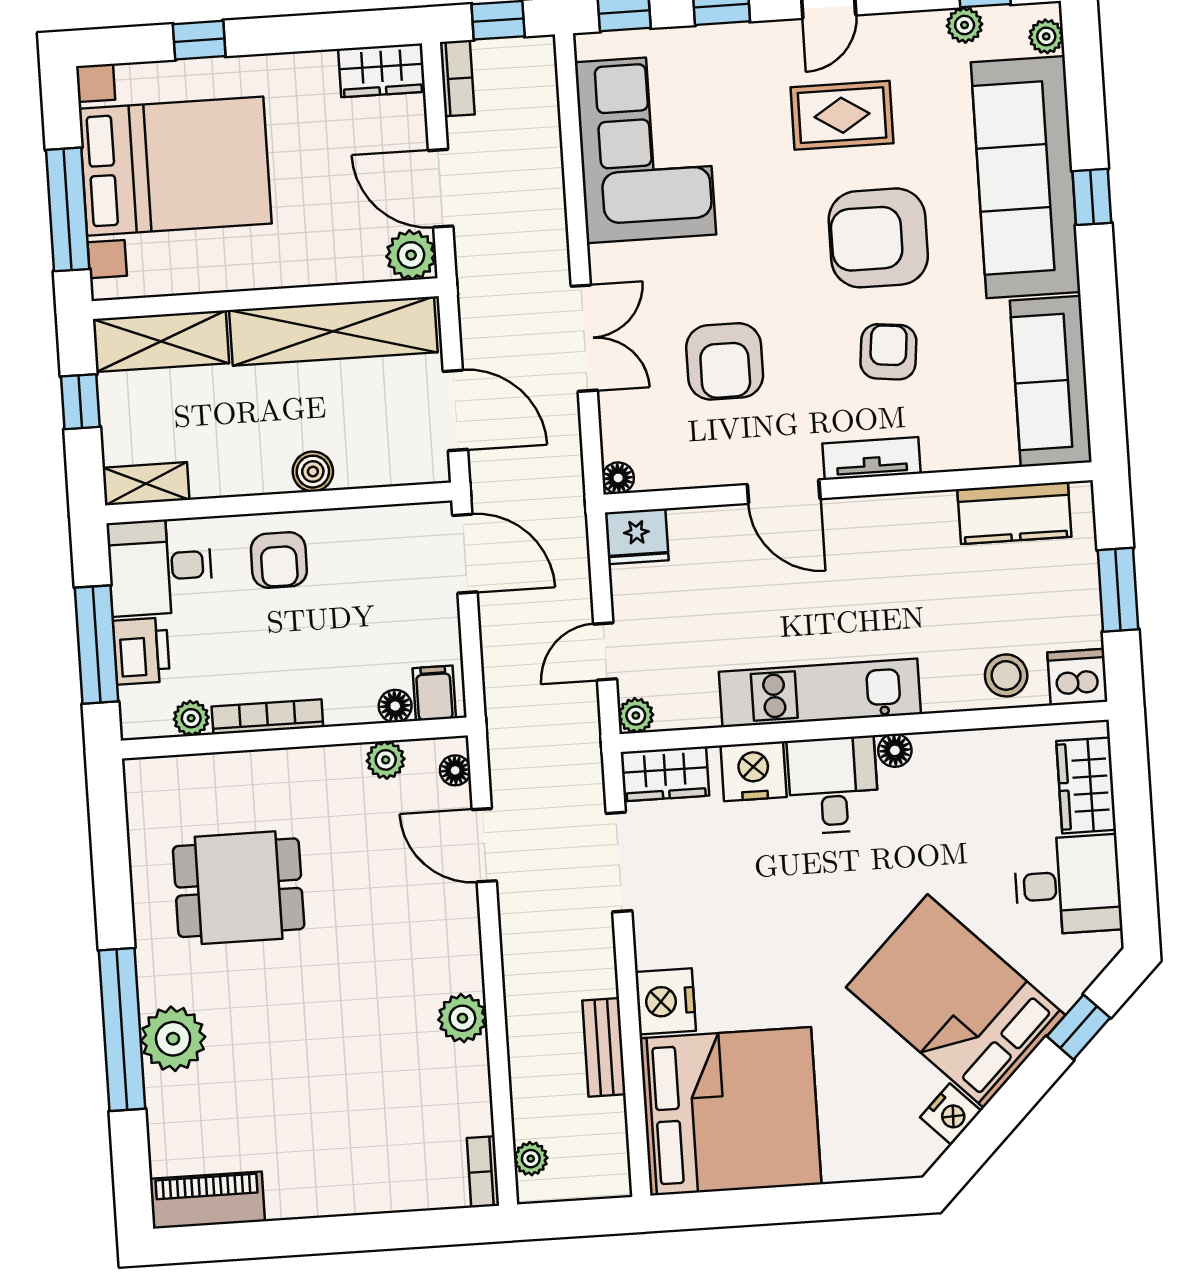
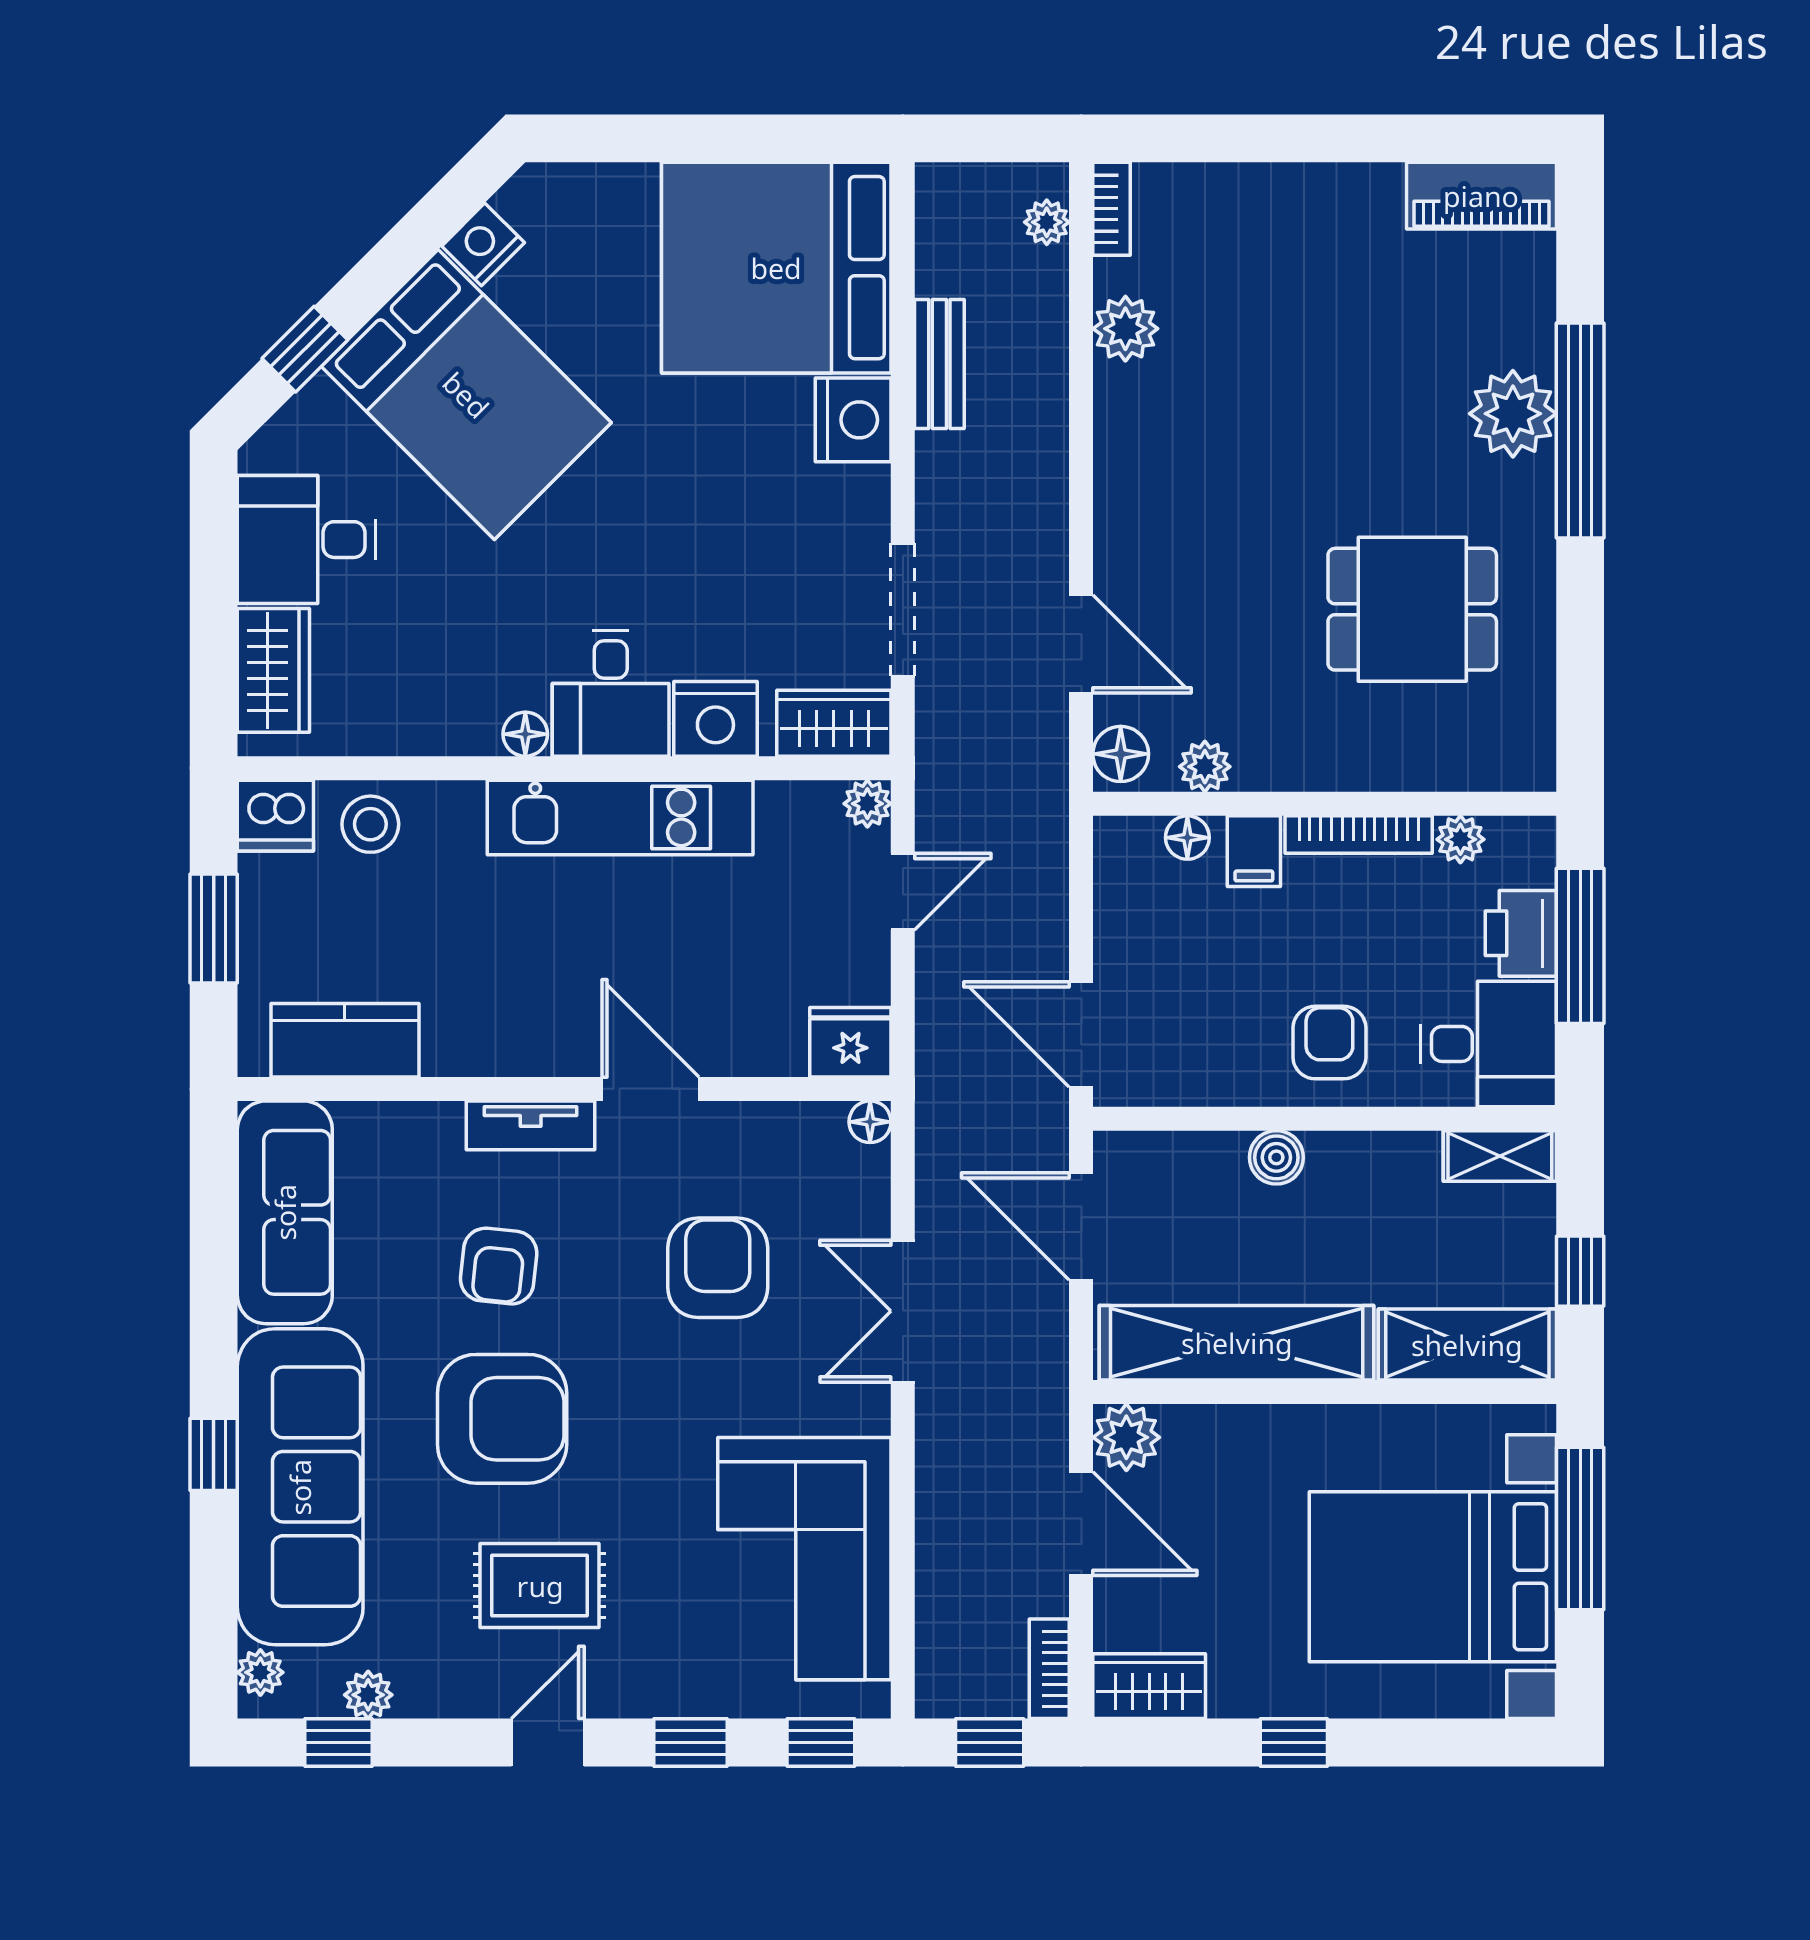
window: (199, 40) -> (1294, 1743), moved
filing cabinet: (434, 693) -> (1254, 851), moved
floor lamp: (455, 770) -> (1121, 754), width x1.37, depth x1.37
plant: (462, 1018) -> (1125, 329), moved

